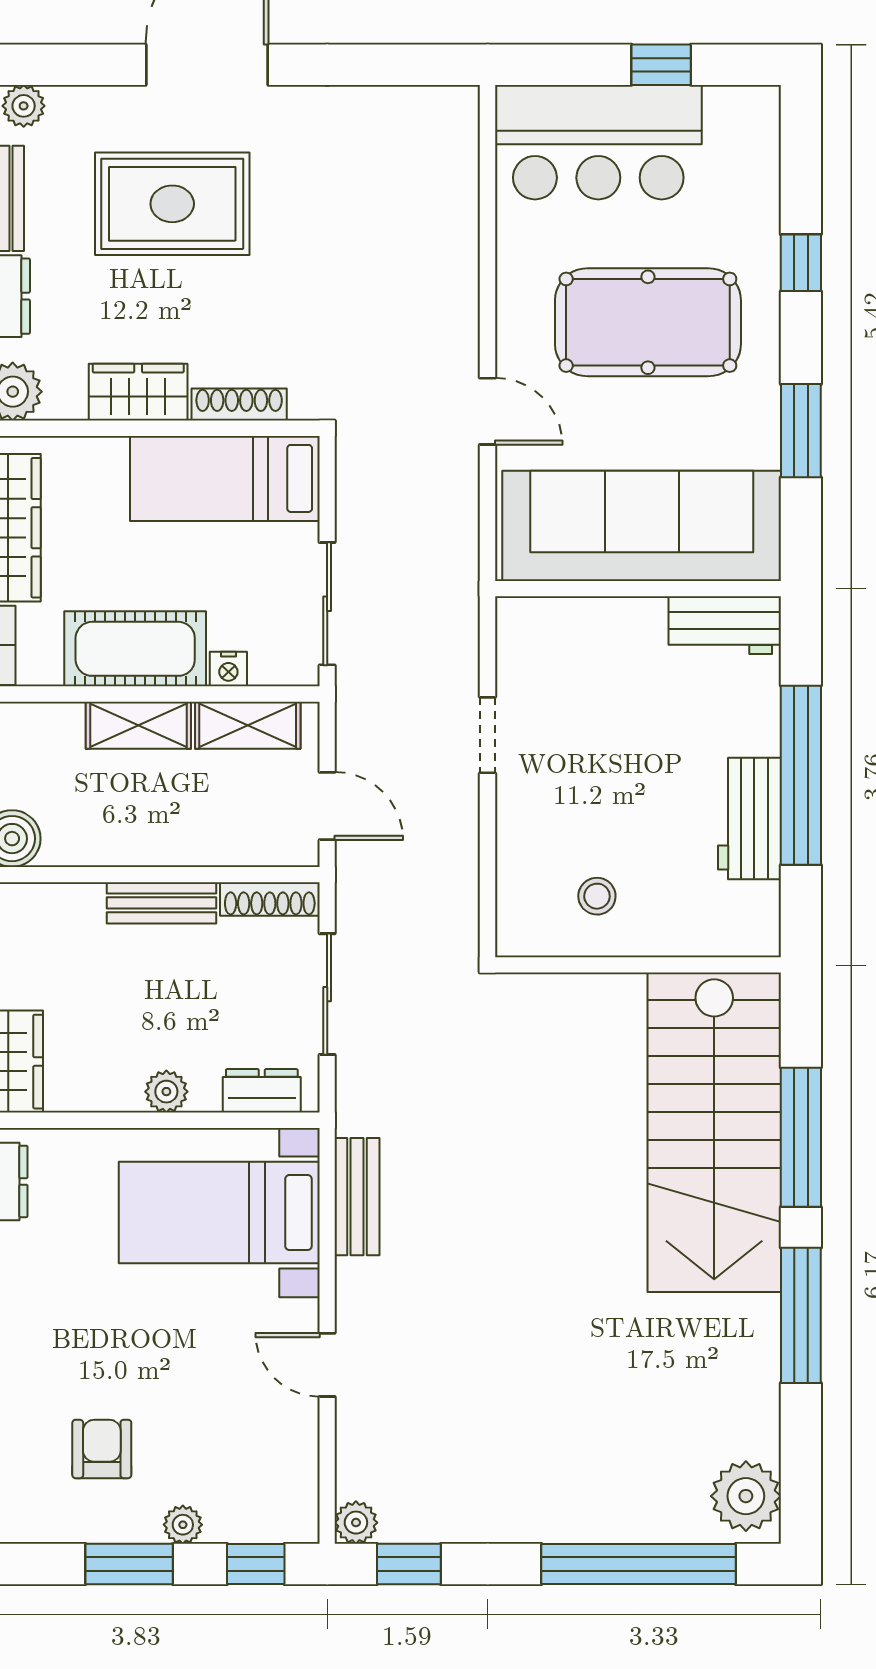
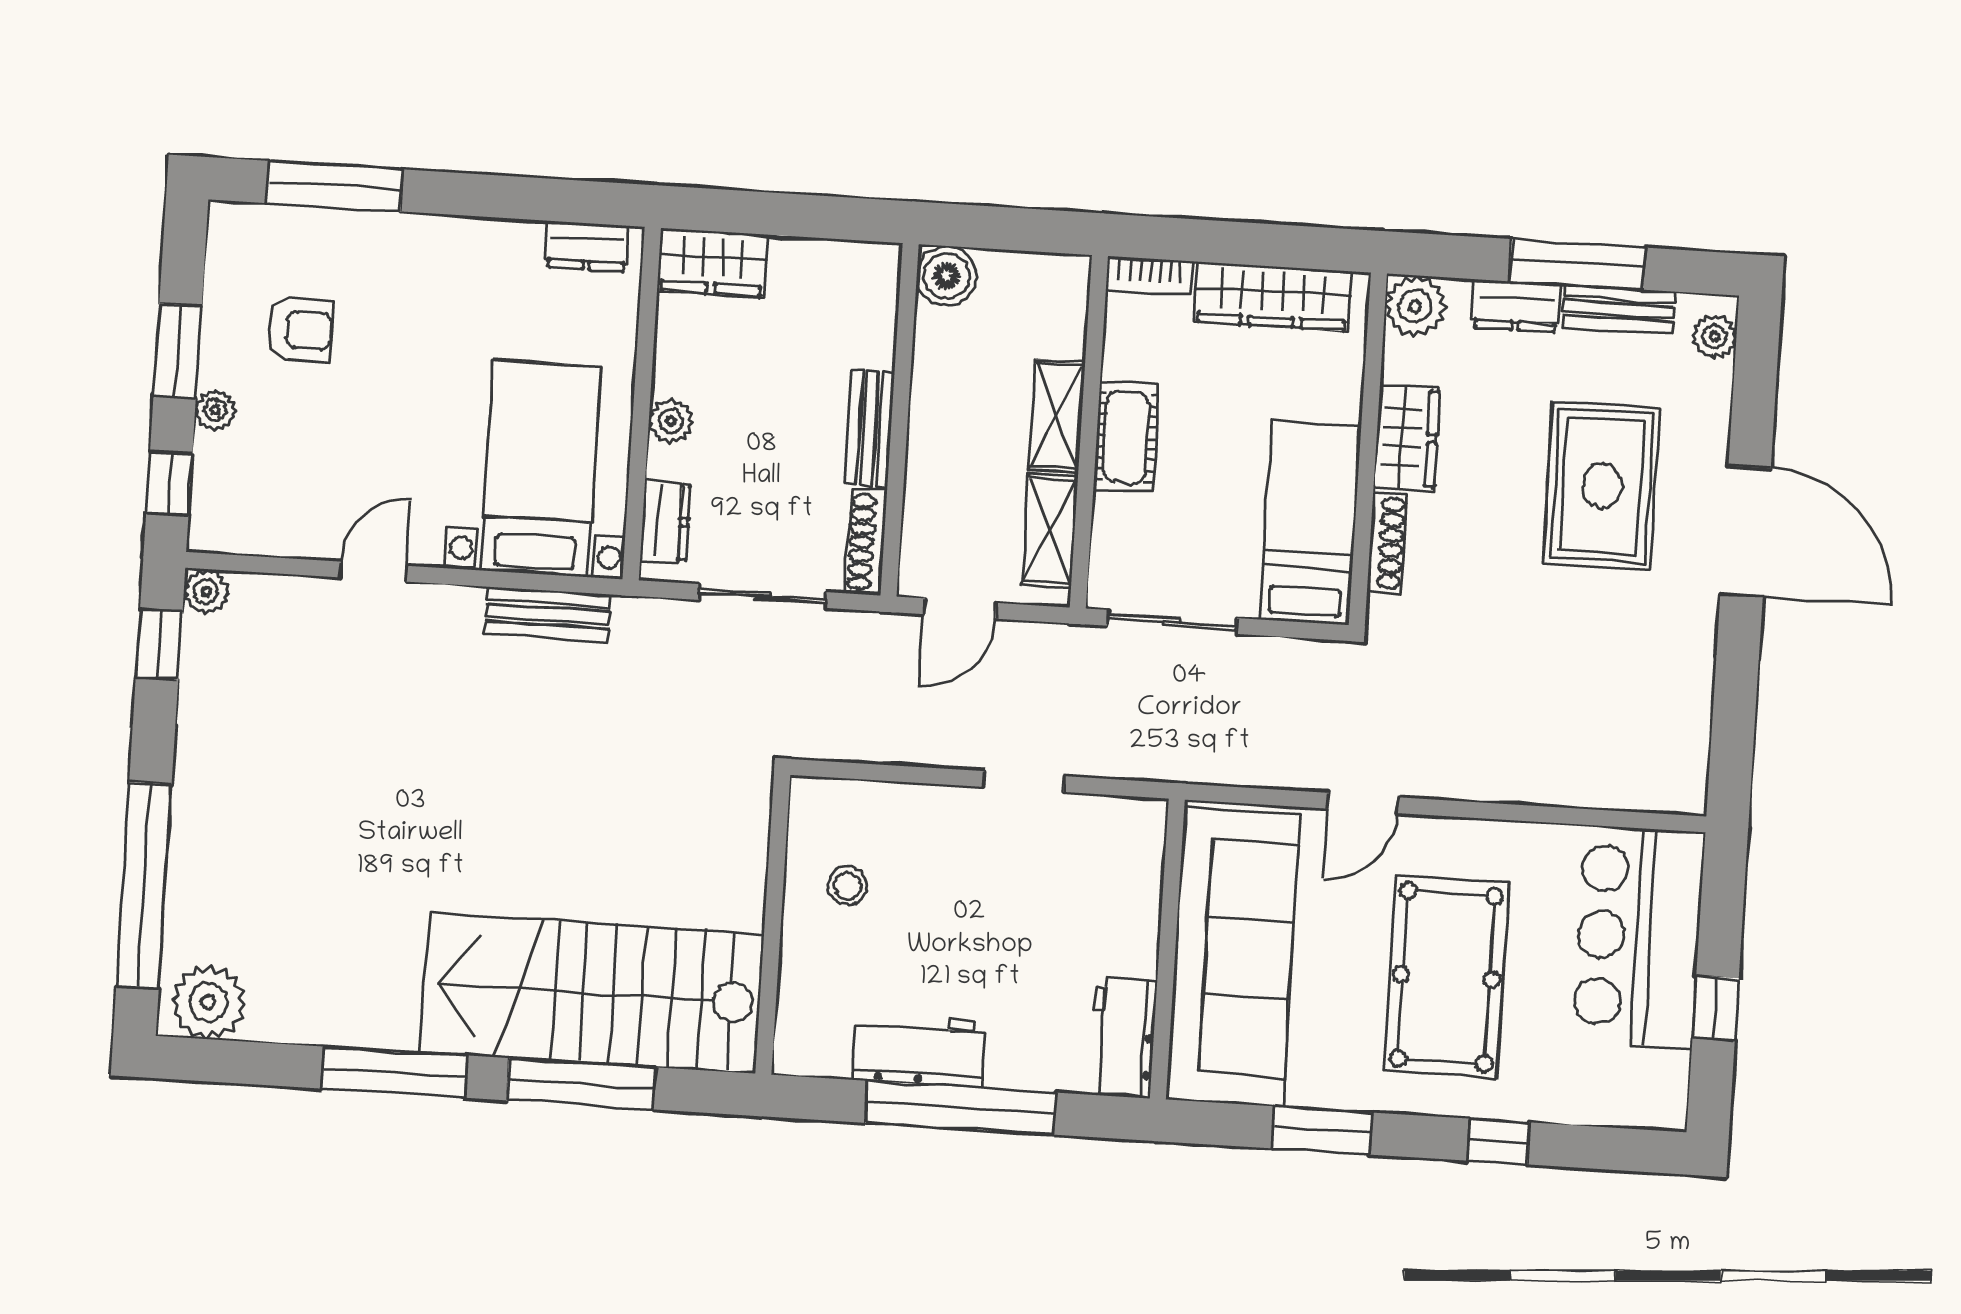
cot: (135, 649) -> (1126, 437), width x0.73, depth x0.75
nightstand: (228, 669) -> (1110, 514), removed

